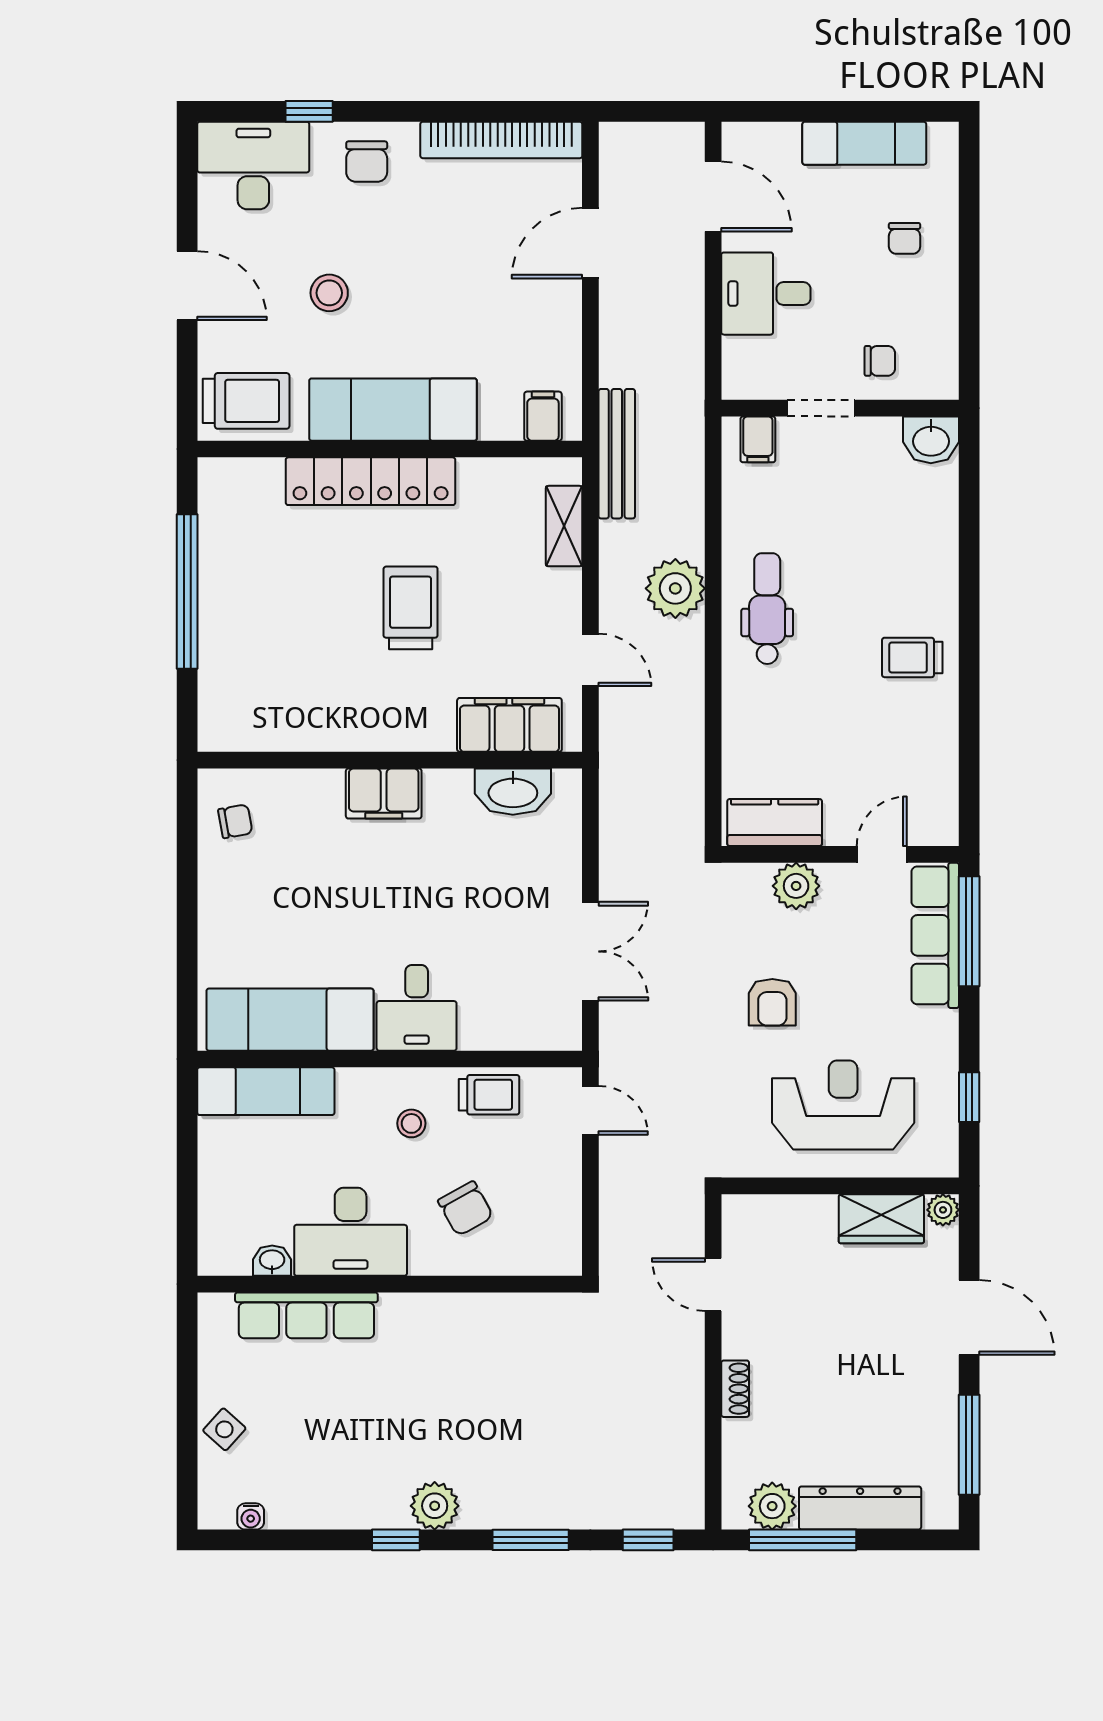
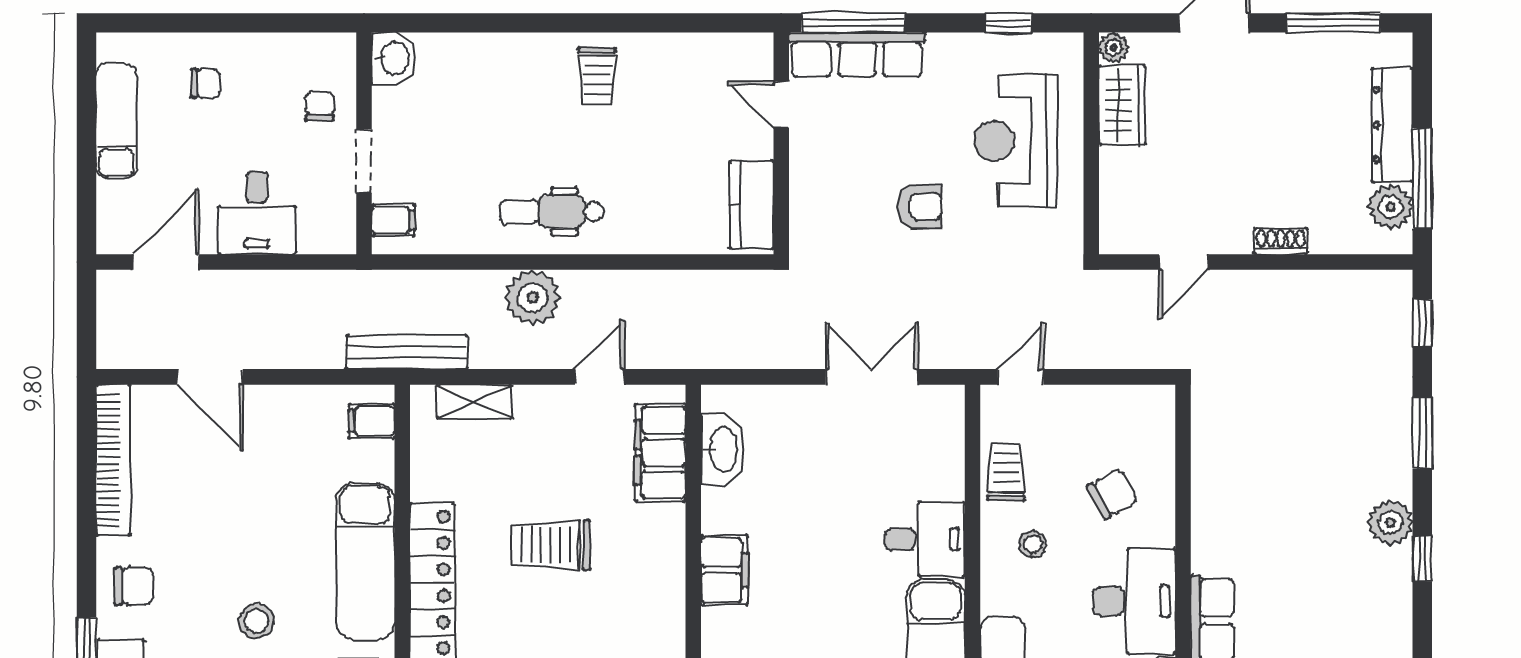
plant: (796, 886) -> (811, 185), removed

